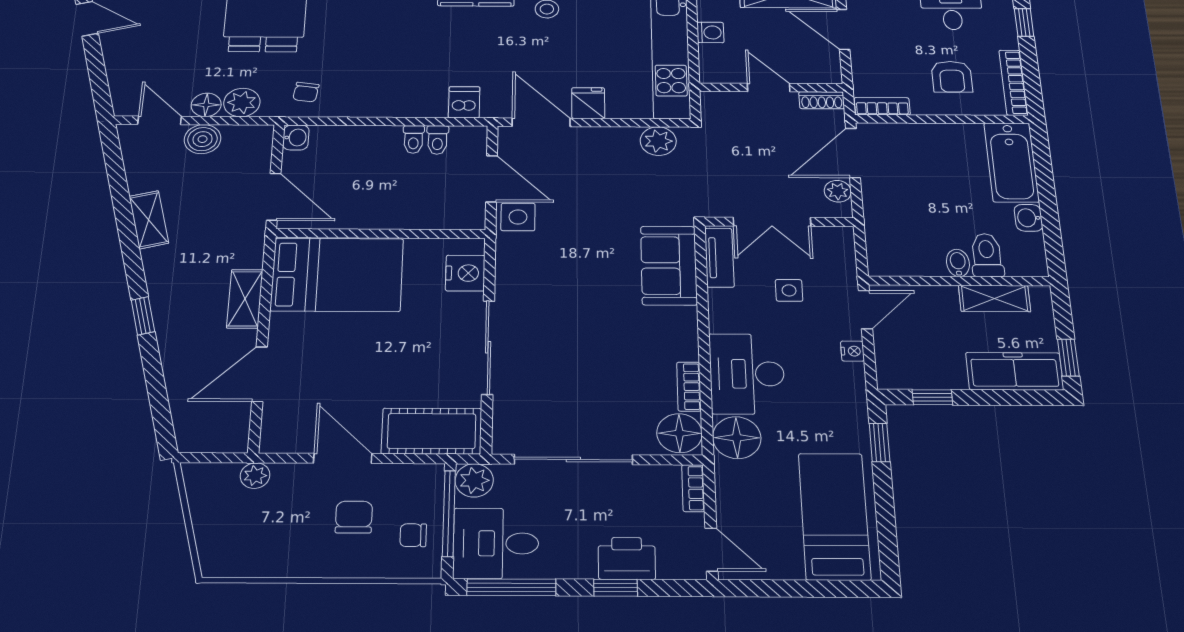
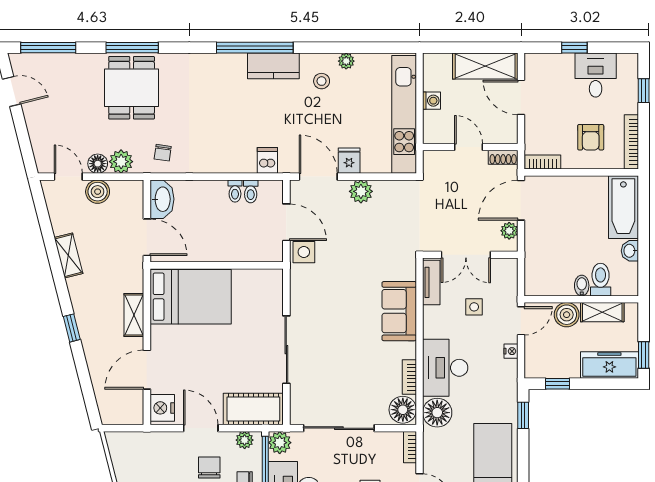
washbasin: (296, 137) -> (162, 199), width x1.91, depth x1.45
plant: (658, 141) -> (361, 191), moved
sofa: (669, 265) -> (399, 311), moved
nightstand: (465, 273) -> (162, 408), moved, turned 180
boiler: (938, 302) -> (567, 315), added
plant: (255, 476) -> (245, 440), moved

